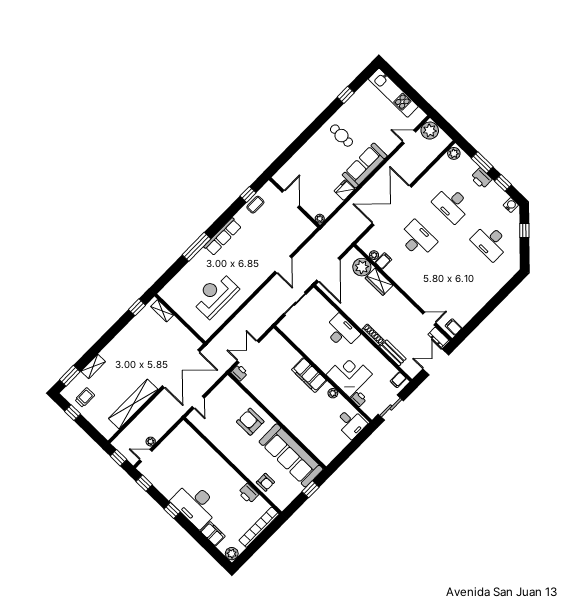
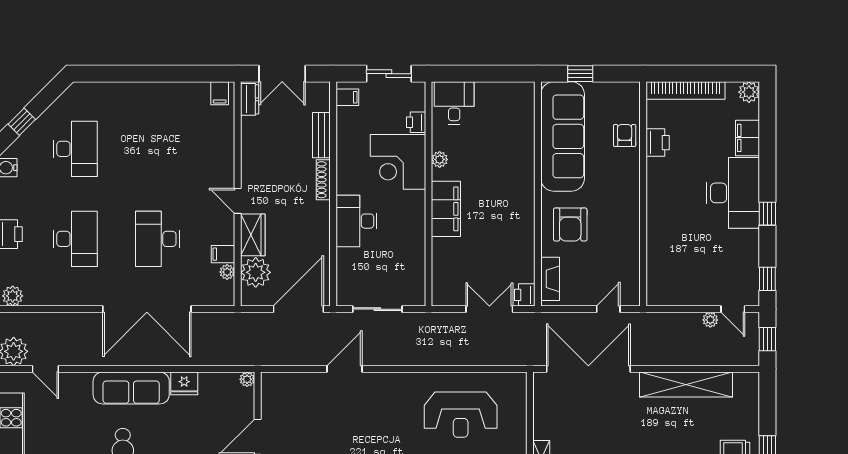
door: (429, 318) -> (238, 201), moved
double door: (248, 352) -> (489, 309), swing flipped
fireplace: (235, 390) -> (550, 279), added

